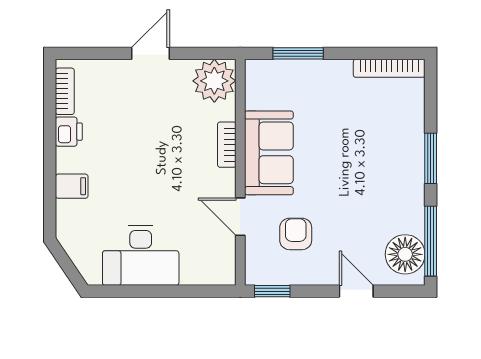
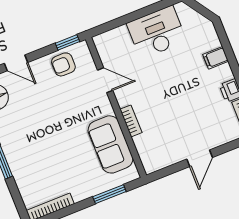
plant: (214, 81) -> (154, 157), removed
sofa: (269, 153) -> (110, 144), moved
armchair: (296, 234) -> (63, 64), moved, turned 90

